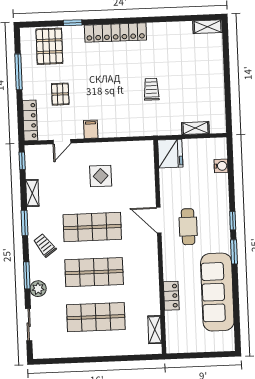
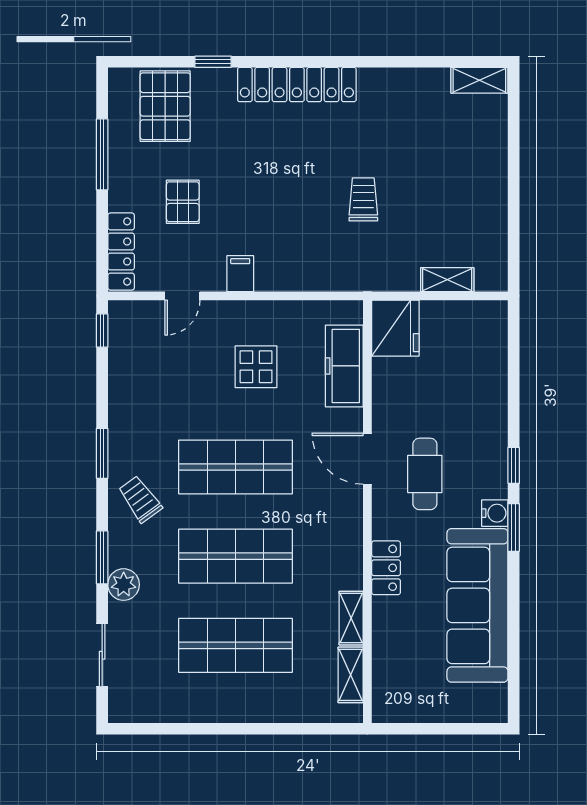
water cooler: (221, 166) -> (495, 513), moved
freezer: (145, 174) -> (344, 366), added
shelving: (32, 193) -> (351, 618), moved
locker: (171, 296) -> (386, 568), moved

